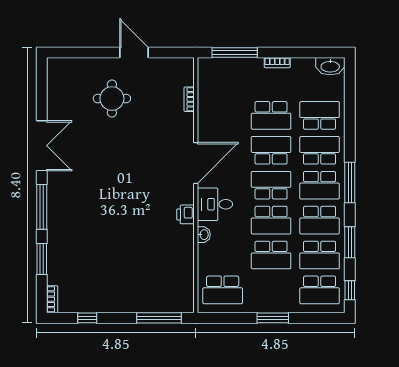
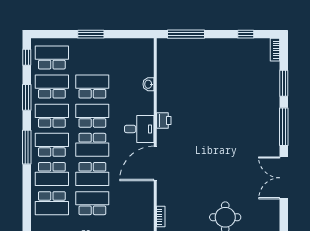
washbasin: (204, 235) -> (148, 84), moved
school desk: (223, 290) -> (133, 57), removed

